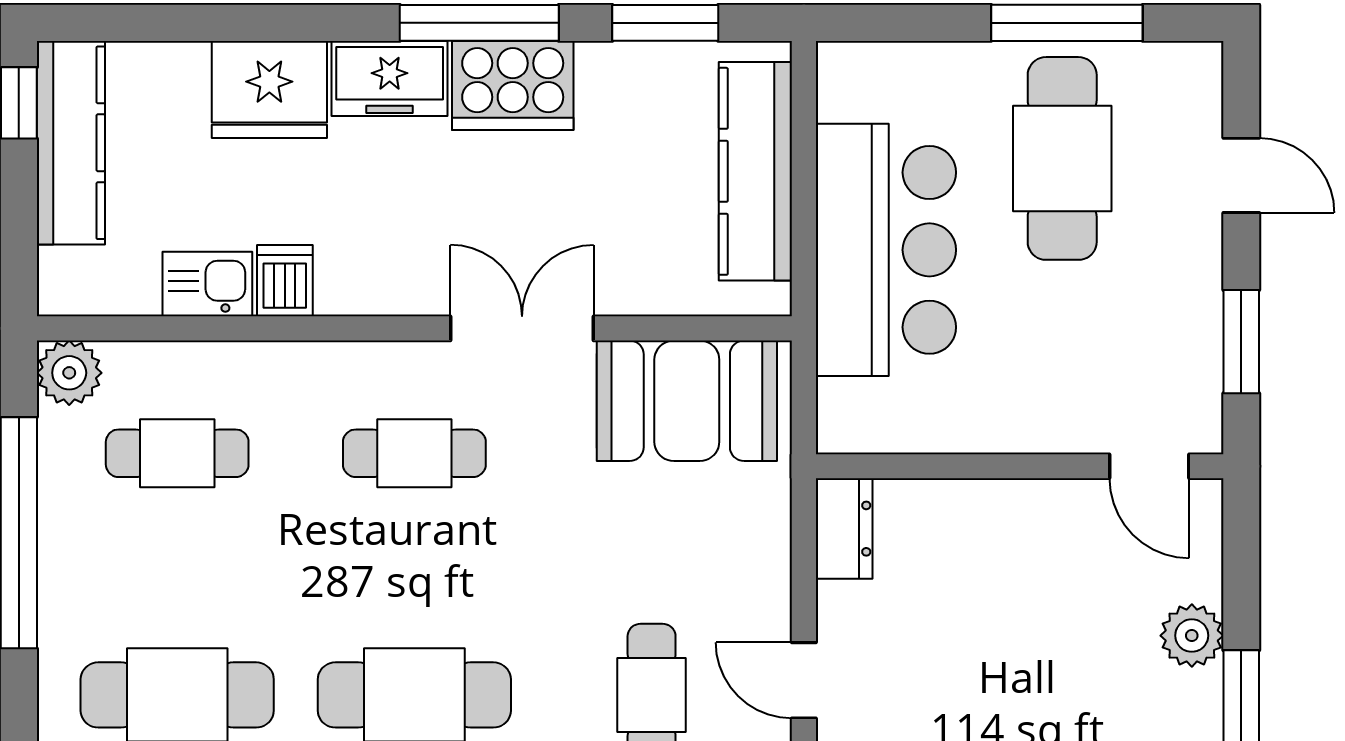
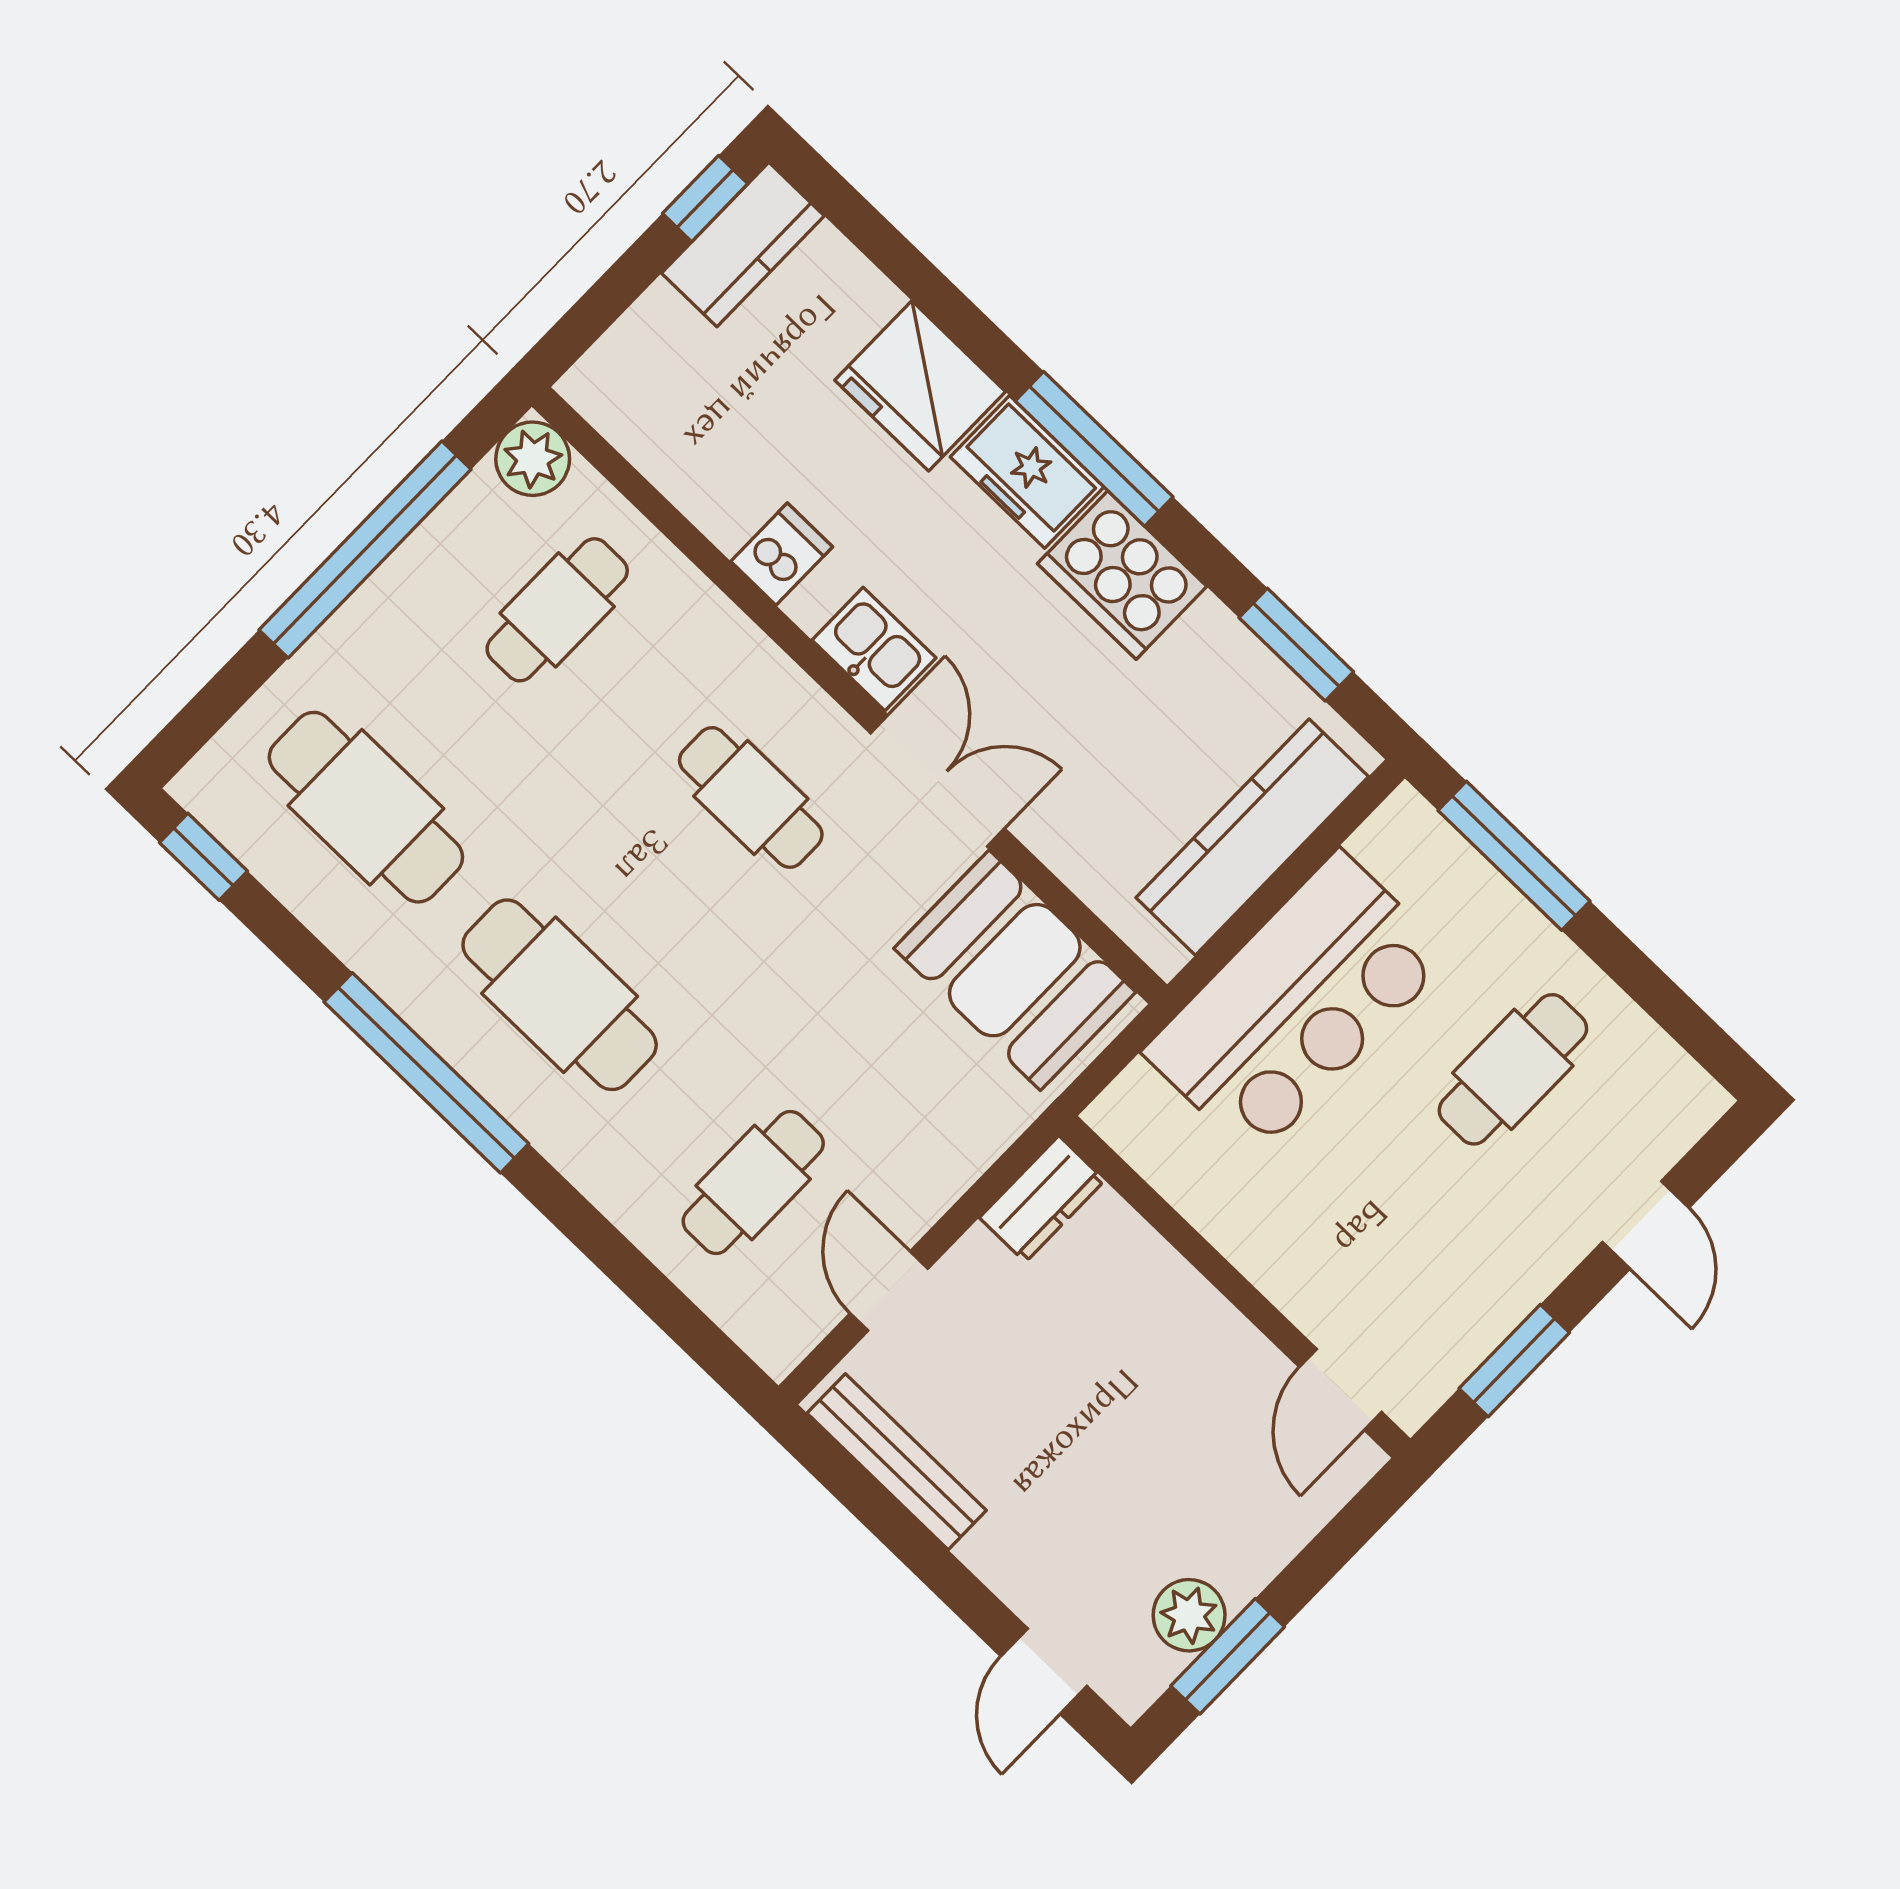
window: (479, 23) -> (1094, 449), moved
window: (1067, 23) -> (1514, 856), moved
kitchen counter: (71, 143) -> (743, 244), width x0.67
cafe table: (1062, 158) -> (1513, 1069), width x0.73, depth x0.74
kitchen sink: (207, 284) -> (874, 649), moved
cafe table: (177, 453) -> (557, 610), turned 90
plant: (1192, 636) -> (1189, 1615), moved

